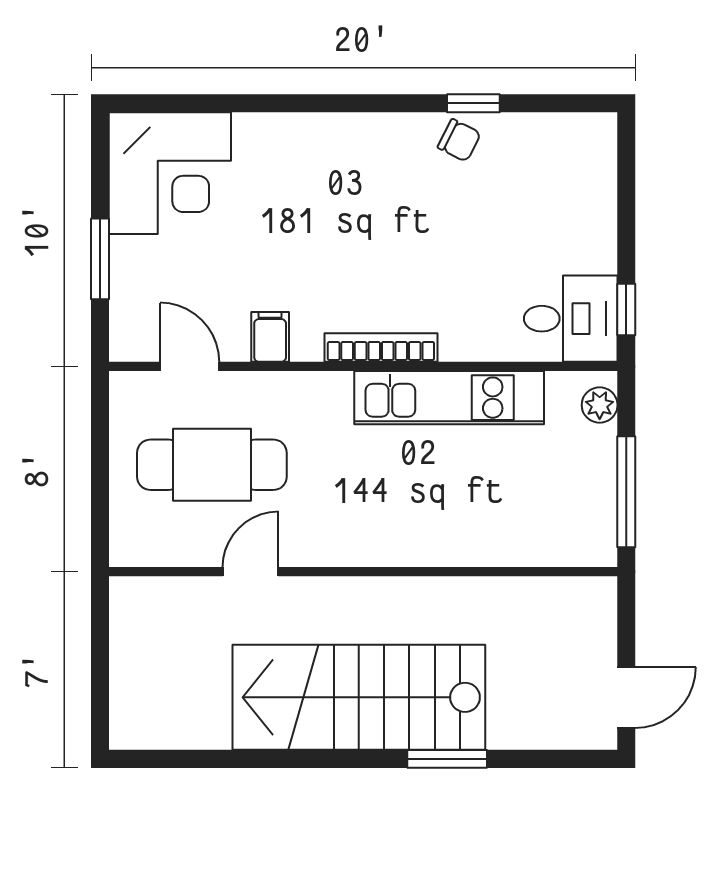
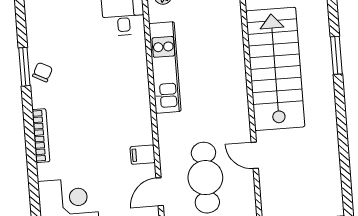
window: (473, 103) -> (24, 67), width x1.50
bookcase: (381, 348) -> (41, 136), moved, turned 180
stairs: (359, 697) -> (275, 69), moved, turned 180

